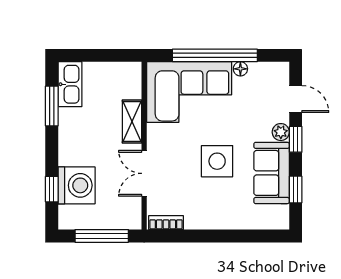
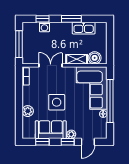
kitchen sink: (70, 84) -> (84, 28), moved
boiler: (129, 86) -> (95, 58), added
window: (52, 106) -> (71, 19), moved
washing machine: (77, 185) -> (44, 27), width x0.53, depth x0.53
plant: (235, 219) -> (28, 111), added

